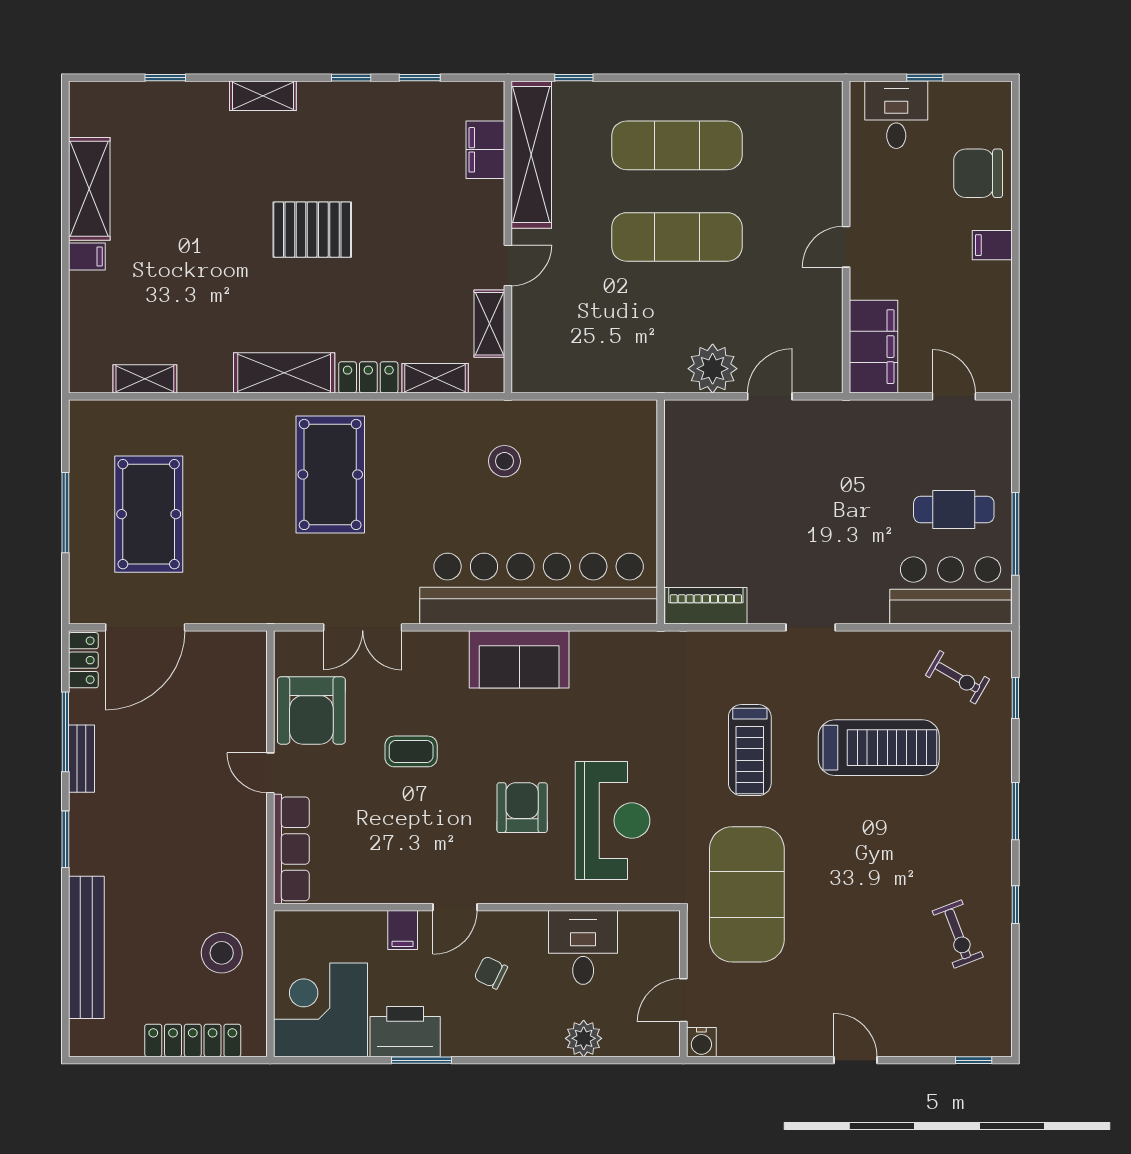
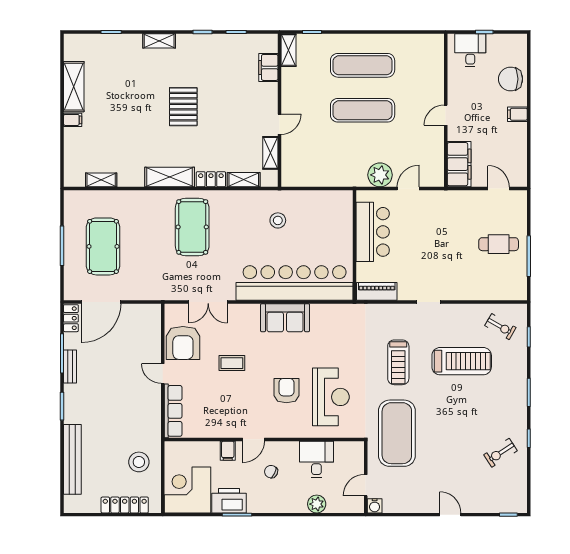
shelving: (531, 155) -> (288, 50), width x0.45, depth x0.75
pallet: (312, 230) -> (183, 107), turned 90
bar counter: (951, 590) -> (373, 232), moved, turned 90
exercise bike: (958, 934) -> (501, 453), turned 78

